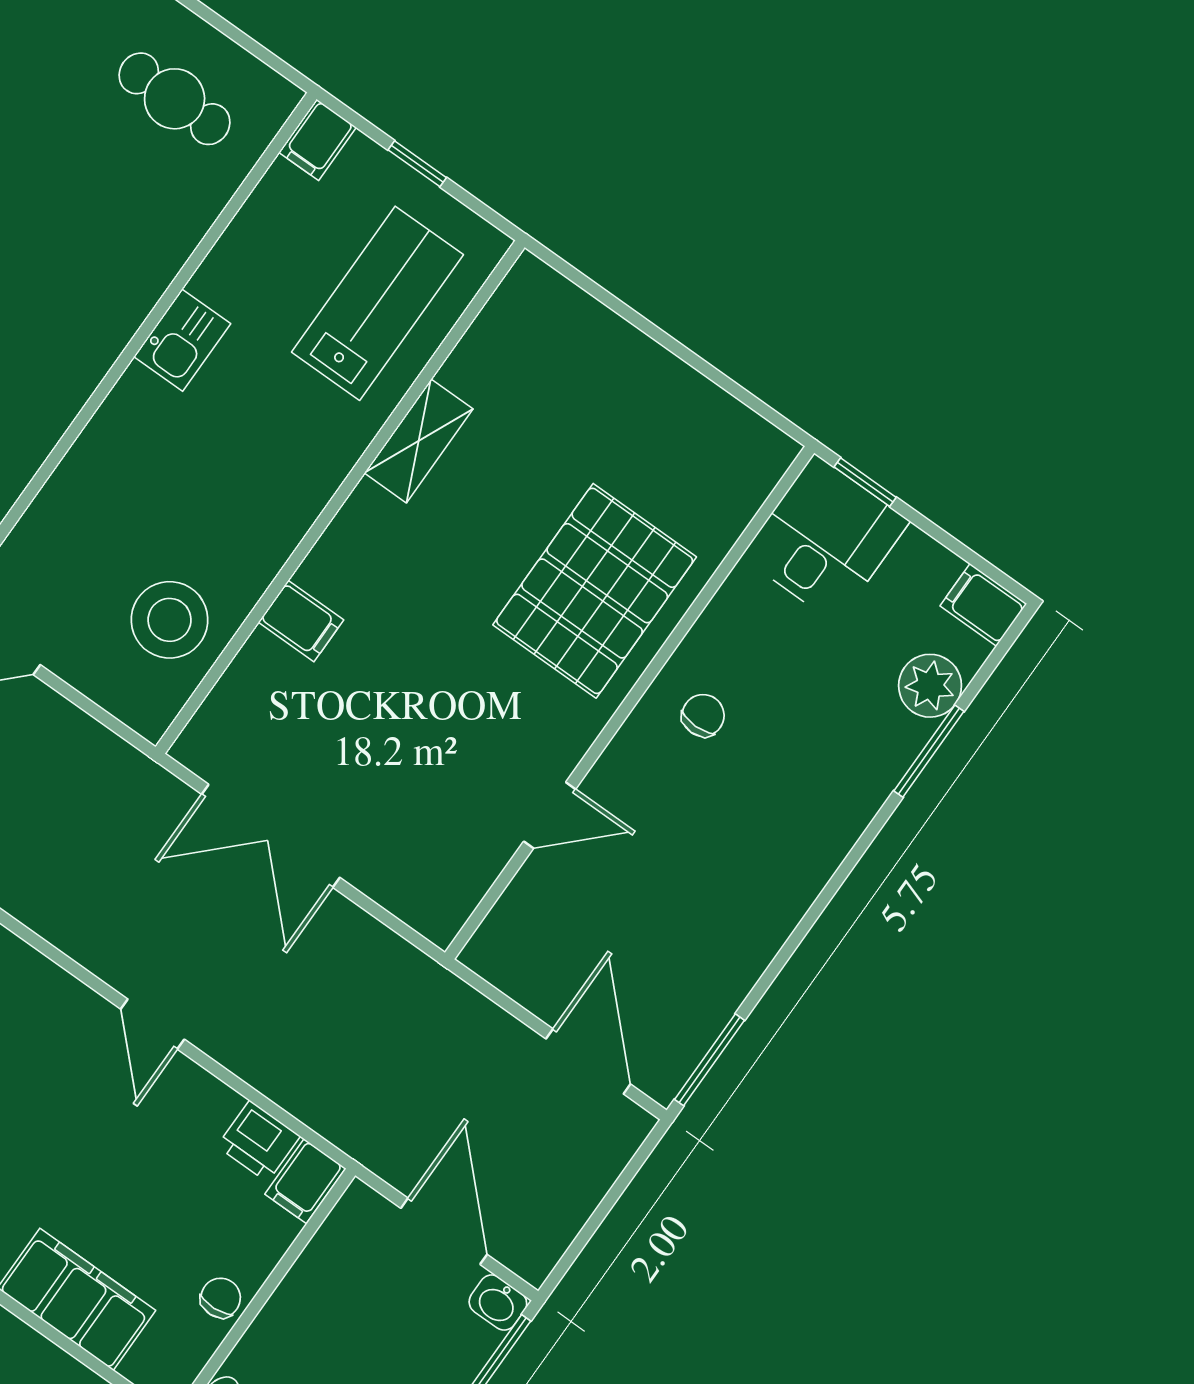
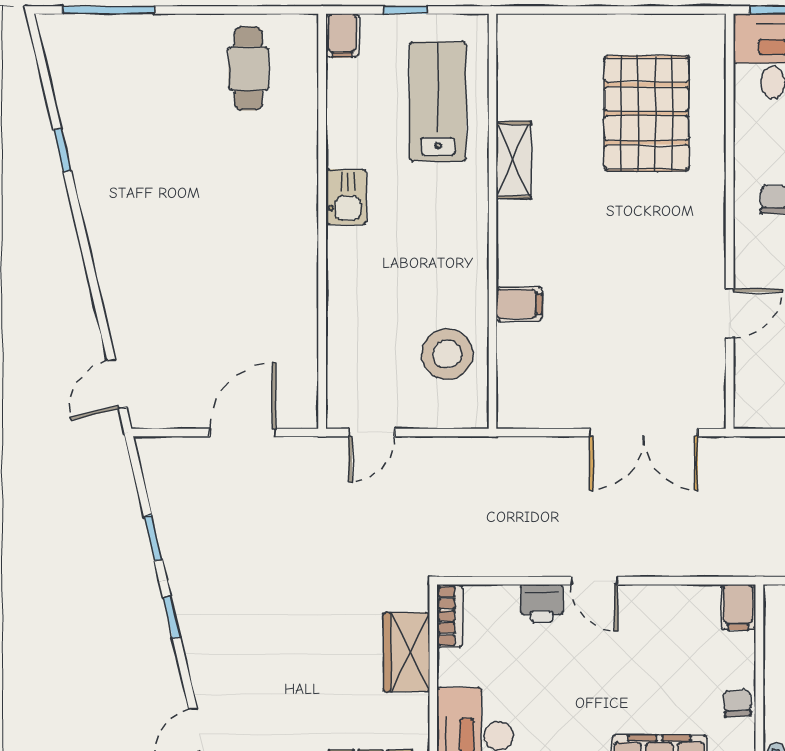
cafe table: (175, 99) -> (248, 69), turned 90
pallet: (595, 591) -> (647, 113), moved
double door: (271, 836) -> (644, 432), moved
printer: (259, 1141) -> (542, 603), moved

